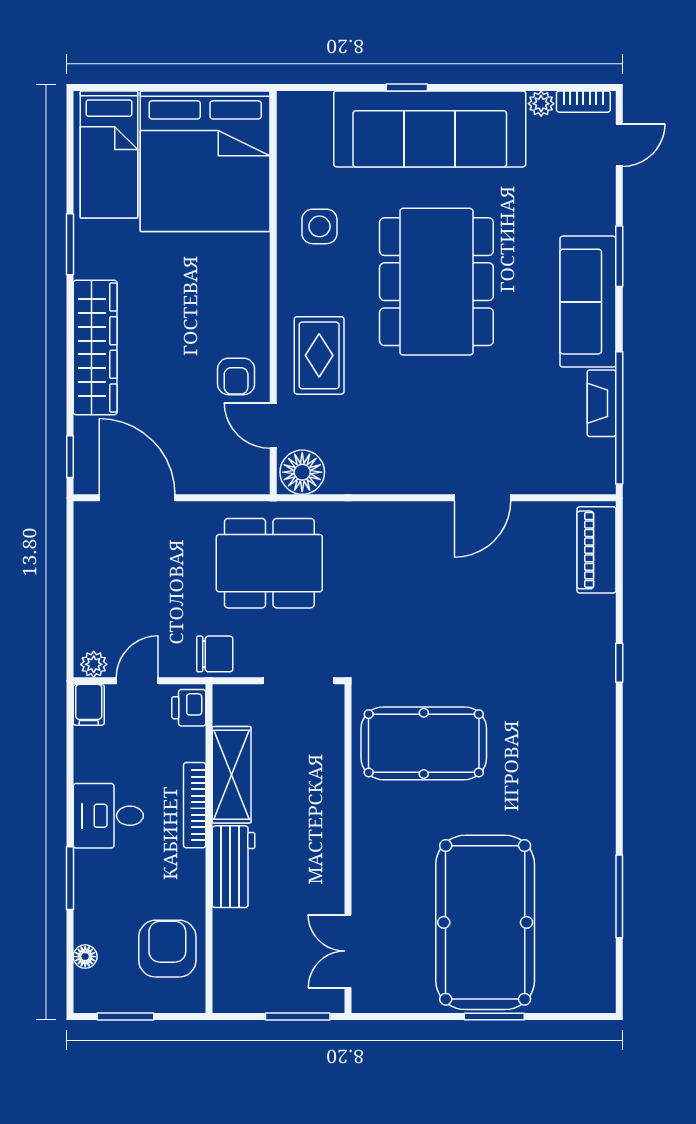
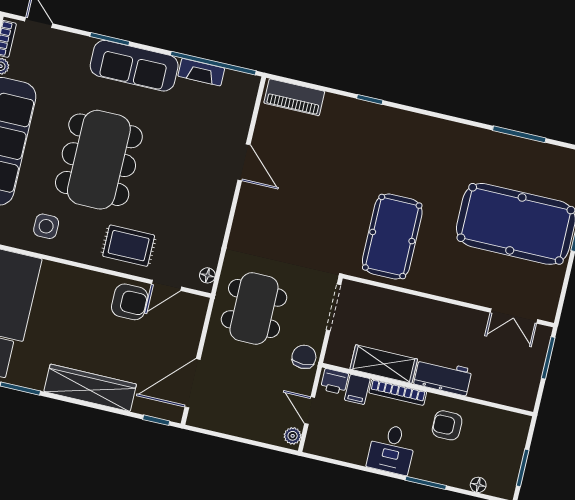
dining table: (436, 282) -> (99, 160), turned 90
armchair: (236, 376) -> (130, 302), width x1.38, depth x1.38
floor lamp: (302, 472) -> (207, 275), width x0.53, depth x0.53
filing cabinet: (89, 705) -> (357, 389), moved, turned 90
armchair: (167, 949) -> (447, 425), moved, width x0.72, depth x0.72

